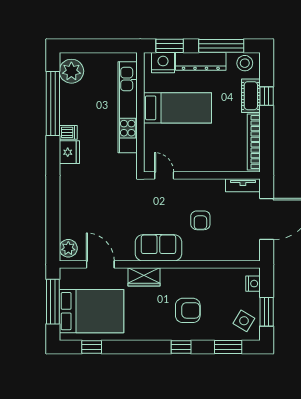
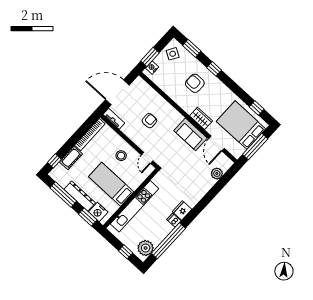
window: (90, 46) -> (126, 252), added
stool: (245, 63) -> (121, 156), moved
window: (267, 96) -> (54, 161), moved
plant: (68, 248) -> (217, 174), moved
sofa: (158, 248) -> (191, 134), moved
window: (267, 312) -> (150, 57), moved

